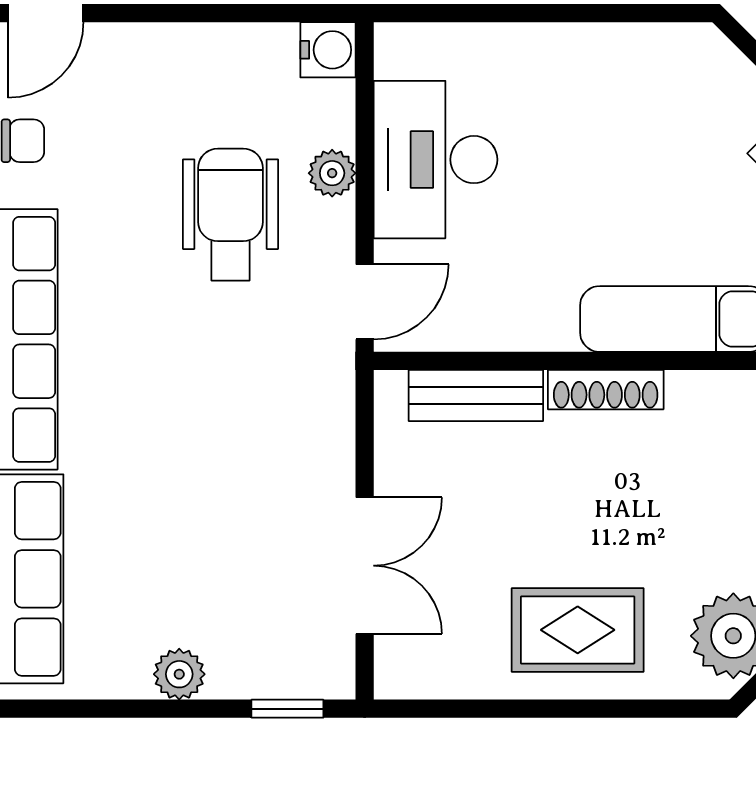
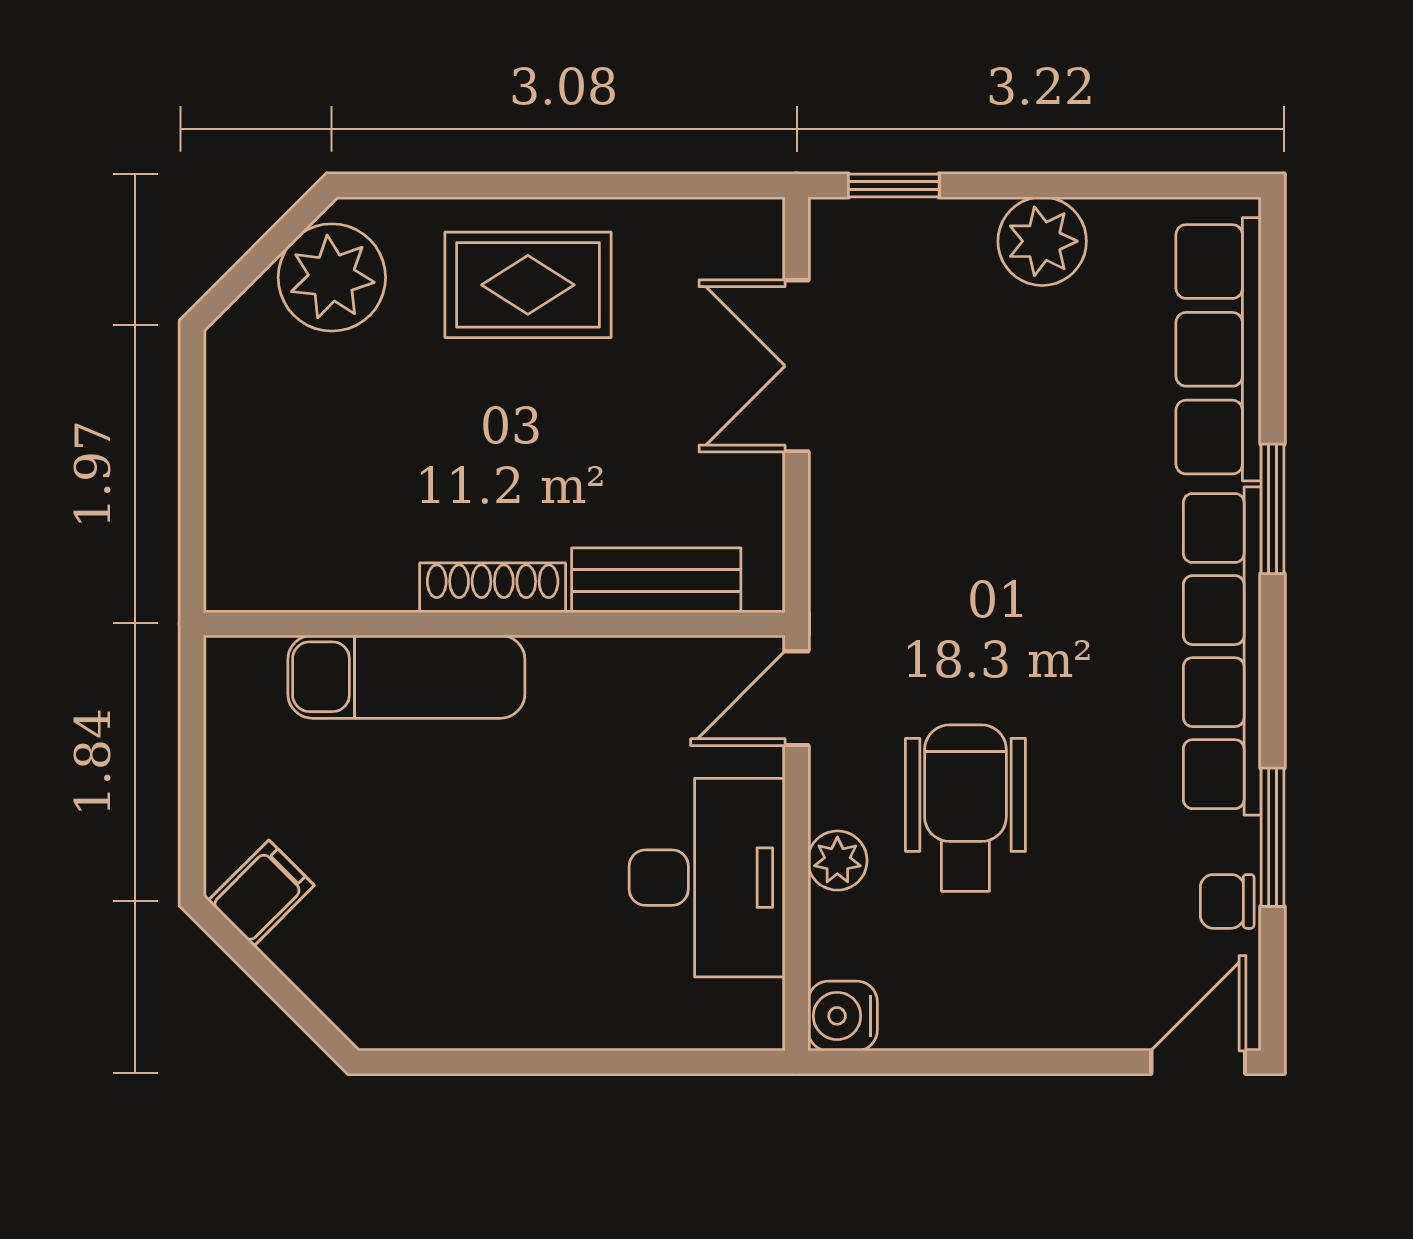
wheelchair: (230, 215) -> (965, 808), turned 180
plant: (179, 674) -> (1042, 241), width x1.38, depth x1.38

